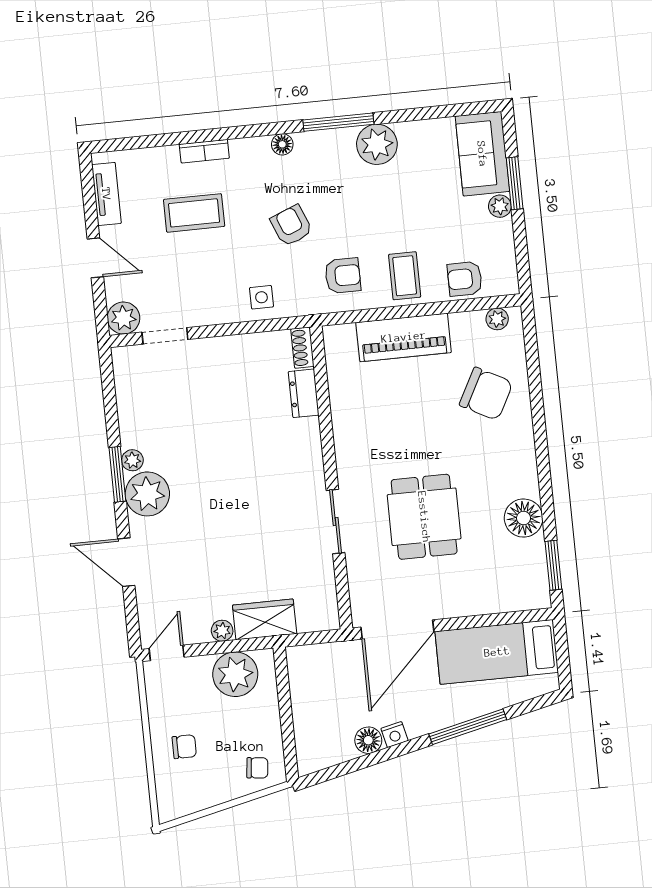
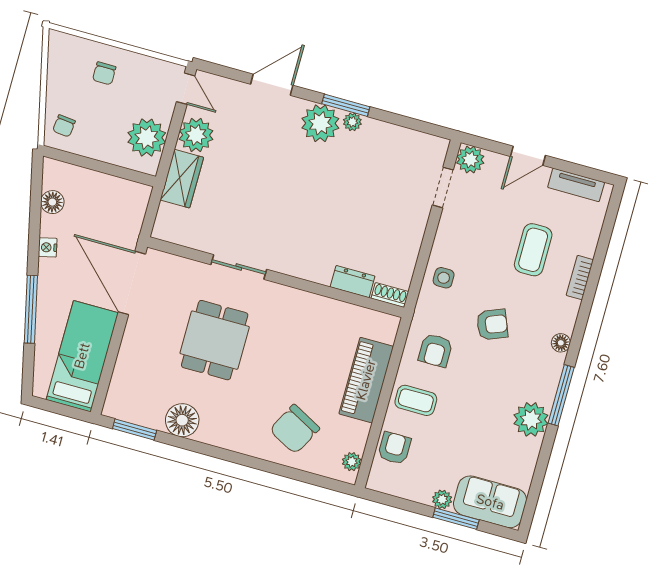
dining table: (424, 517) -> (215, 340), turned 90
plant: (222, 631) -> (196, 135), width x1.88, depth x1.88
floor lamp: (368, 740) -> (52, 202), moved

